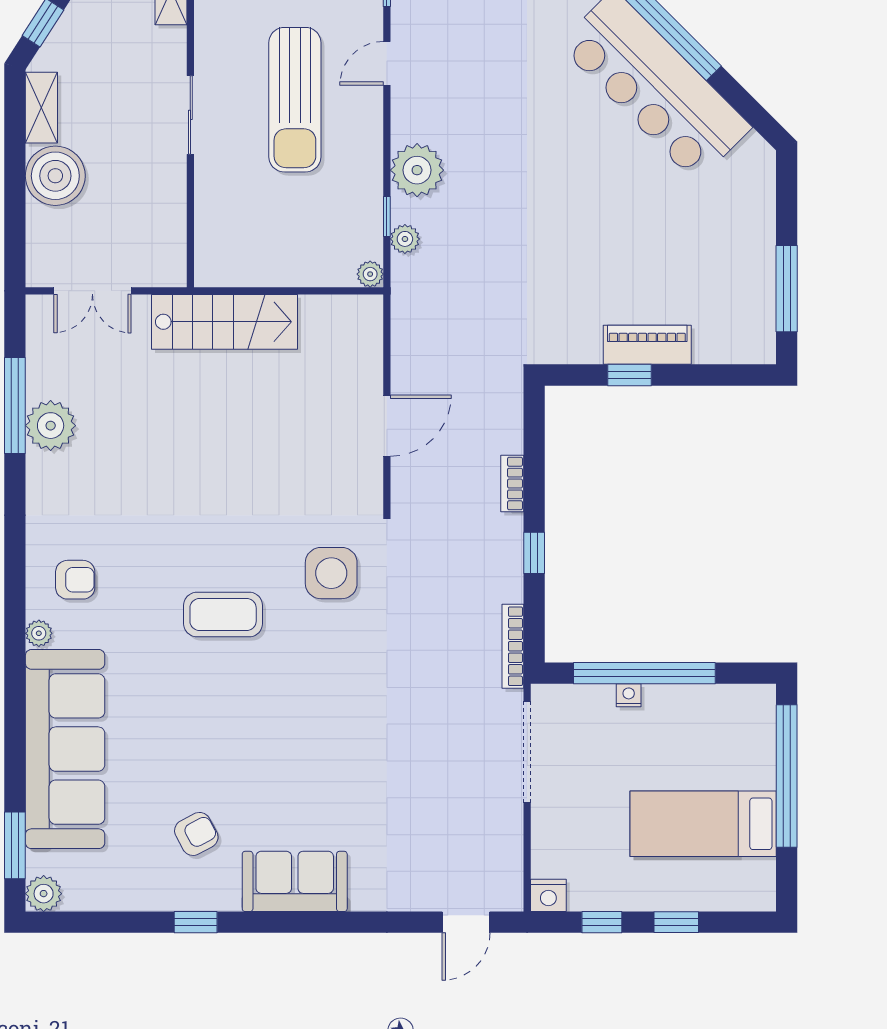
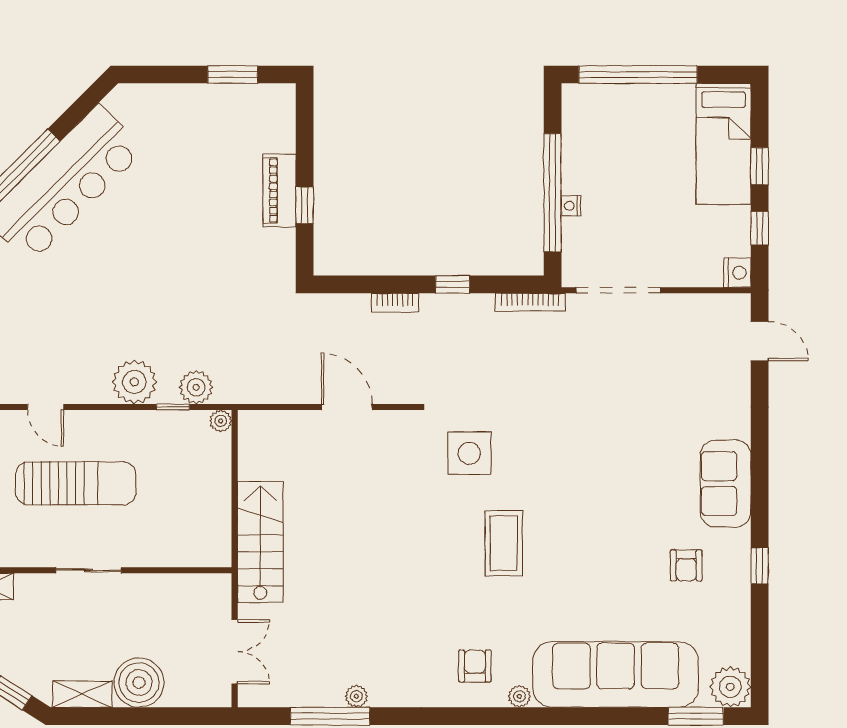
plant: (405, 239) -> (196, 387), width x1.38, depth x1.38
window: (787, 289) -> (233, 75), width x0.69
plant: (51, 426) -> (356, 696), width x0.53, depth x0.53
bed: (703, 824) -> (724, 144), moved
armchair: (196, 834) -> (686, 565), turned -152
plant: (44, 894) -> (730, 687), width x1.36, depth x1.36

